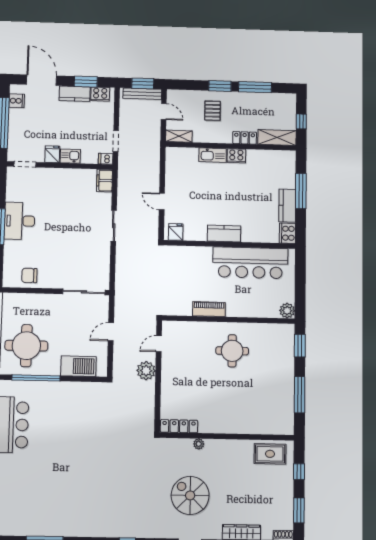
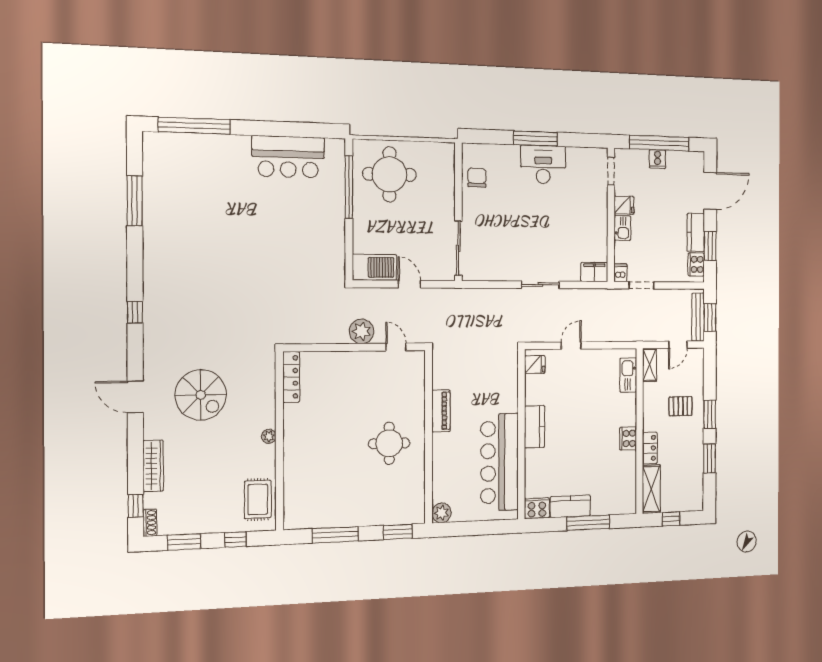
window: (255, 87) -> (710, 458), width x0.69
cooker: (17, 101) -> (658, 159), moved
kitchen sink: (213, 155) -> (628, 375), moved
barbecue: (78, 366) -> (374, 267), moved, turned -90
plant: (199, 444) -> (269, 436), moved
spiral stairs: (190, 495) -> (201, 395), turned 90

